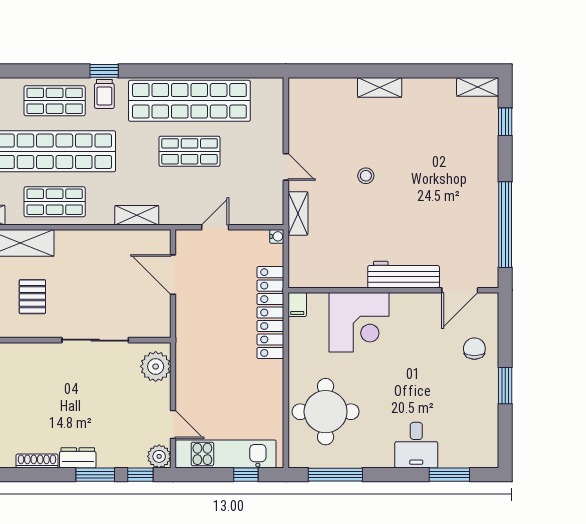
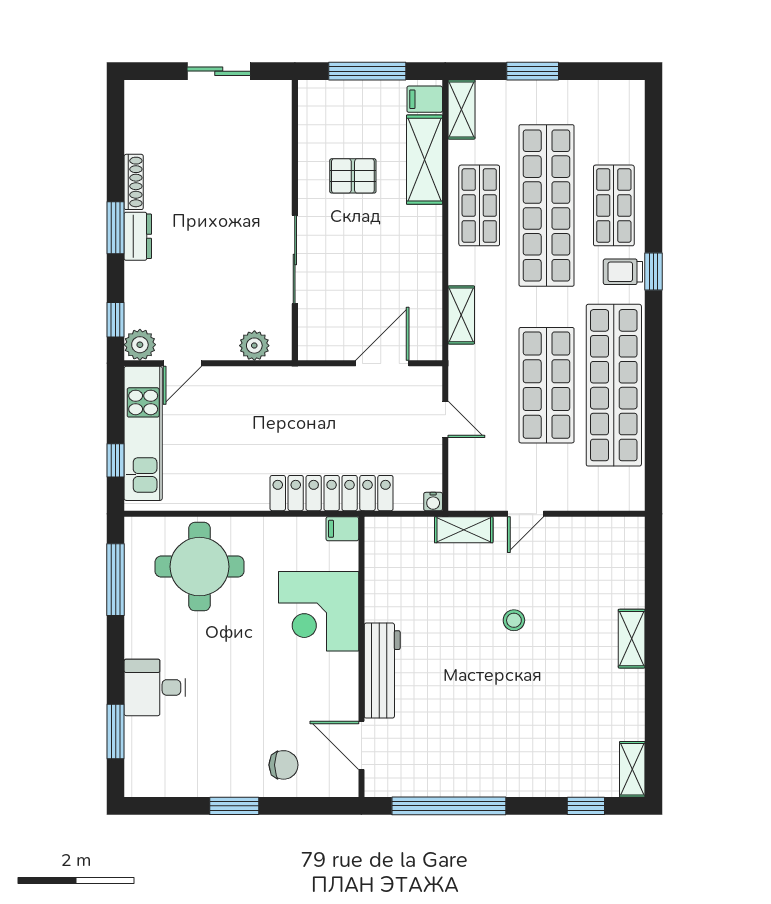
shop shelf: (189, 151) -> (547, 385), width x1.43, depth x1.36
plant: (156, 366) -> (254, 346), width x0.73, depth x0.73
window: (95, 475) -> (116, 228), moved

